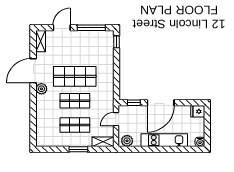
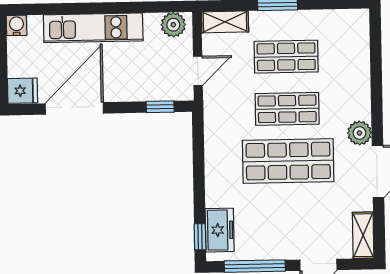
freezer: (107, 45) -> (220, 230), added
door: (161, 103) -> (74, 108), moved

